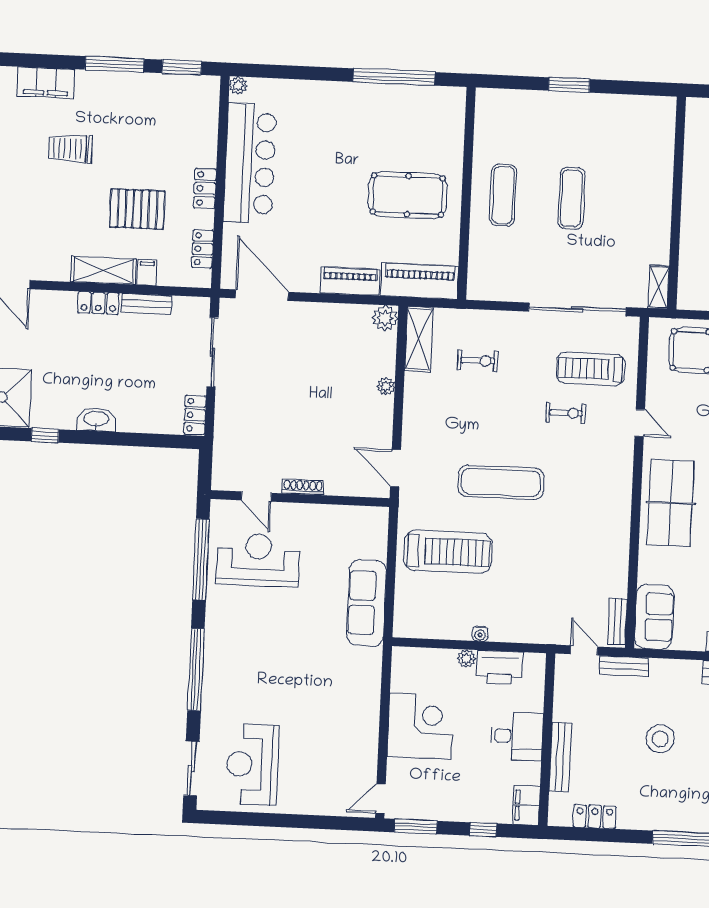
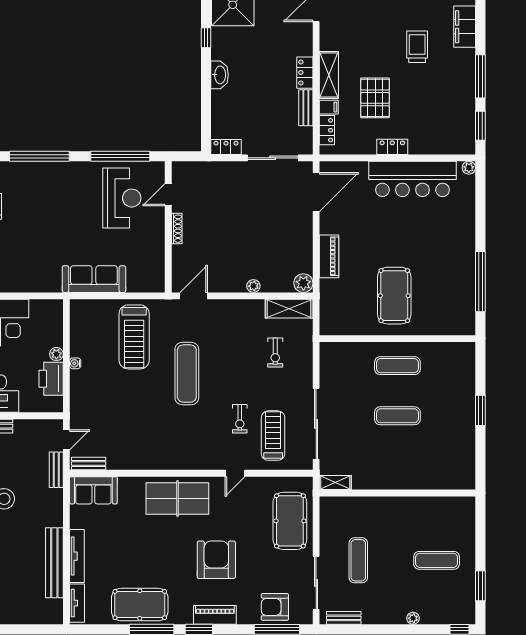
locker: (203, 249) -> (327, 130), moved, turned 90
piano: (420, 281) -> (332, 307), removed

